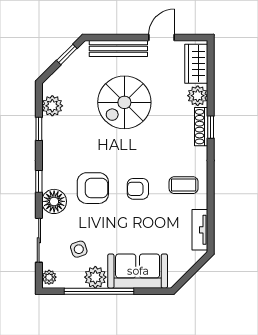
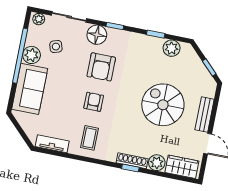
bench: (118, 48) -> (205, 115), width x0.73

